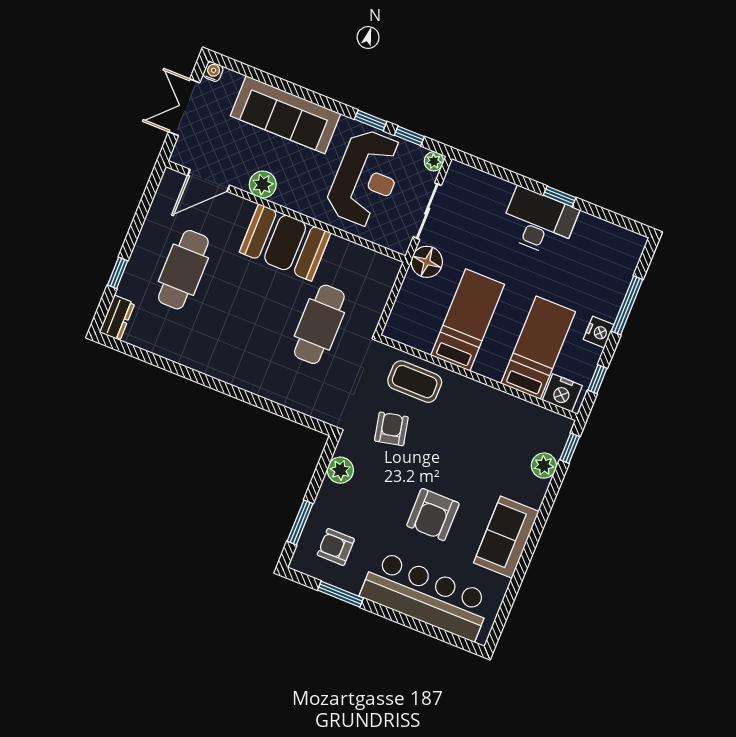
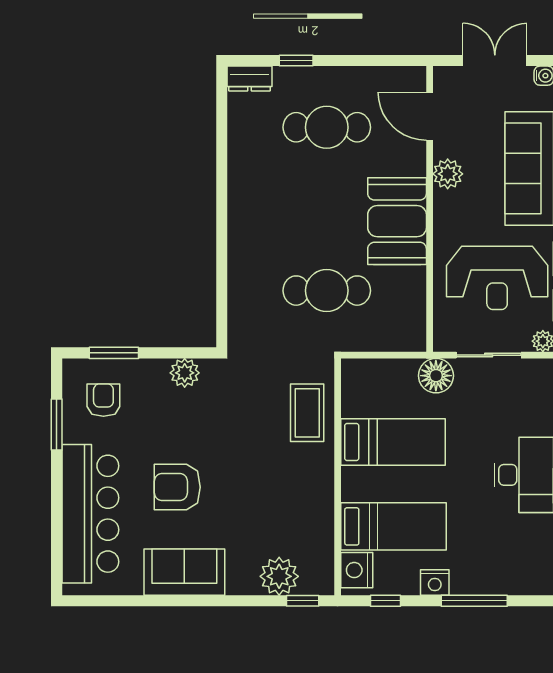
armchair: (391, 429) -> (249, 408), removed
plant: (544, 466) -> (279, 576), width x1.36, depth x1.36

